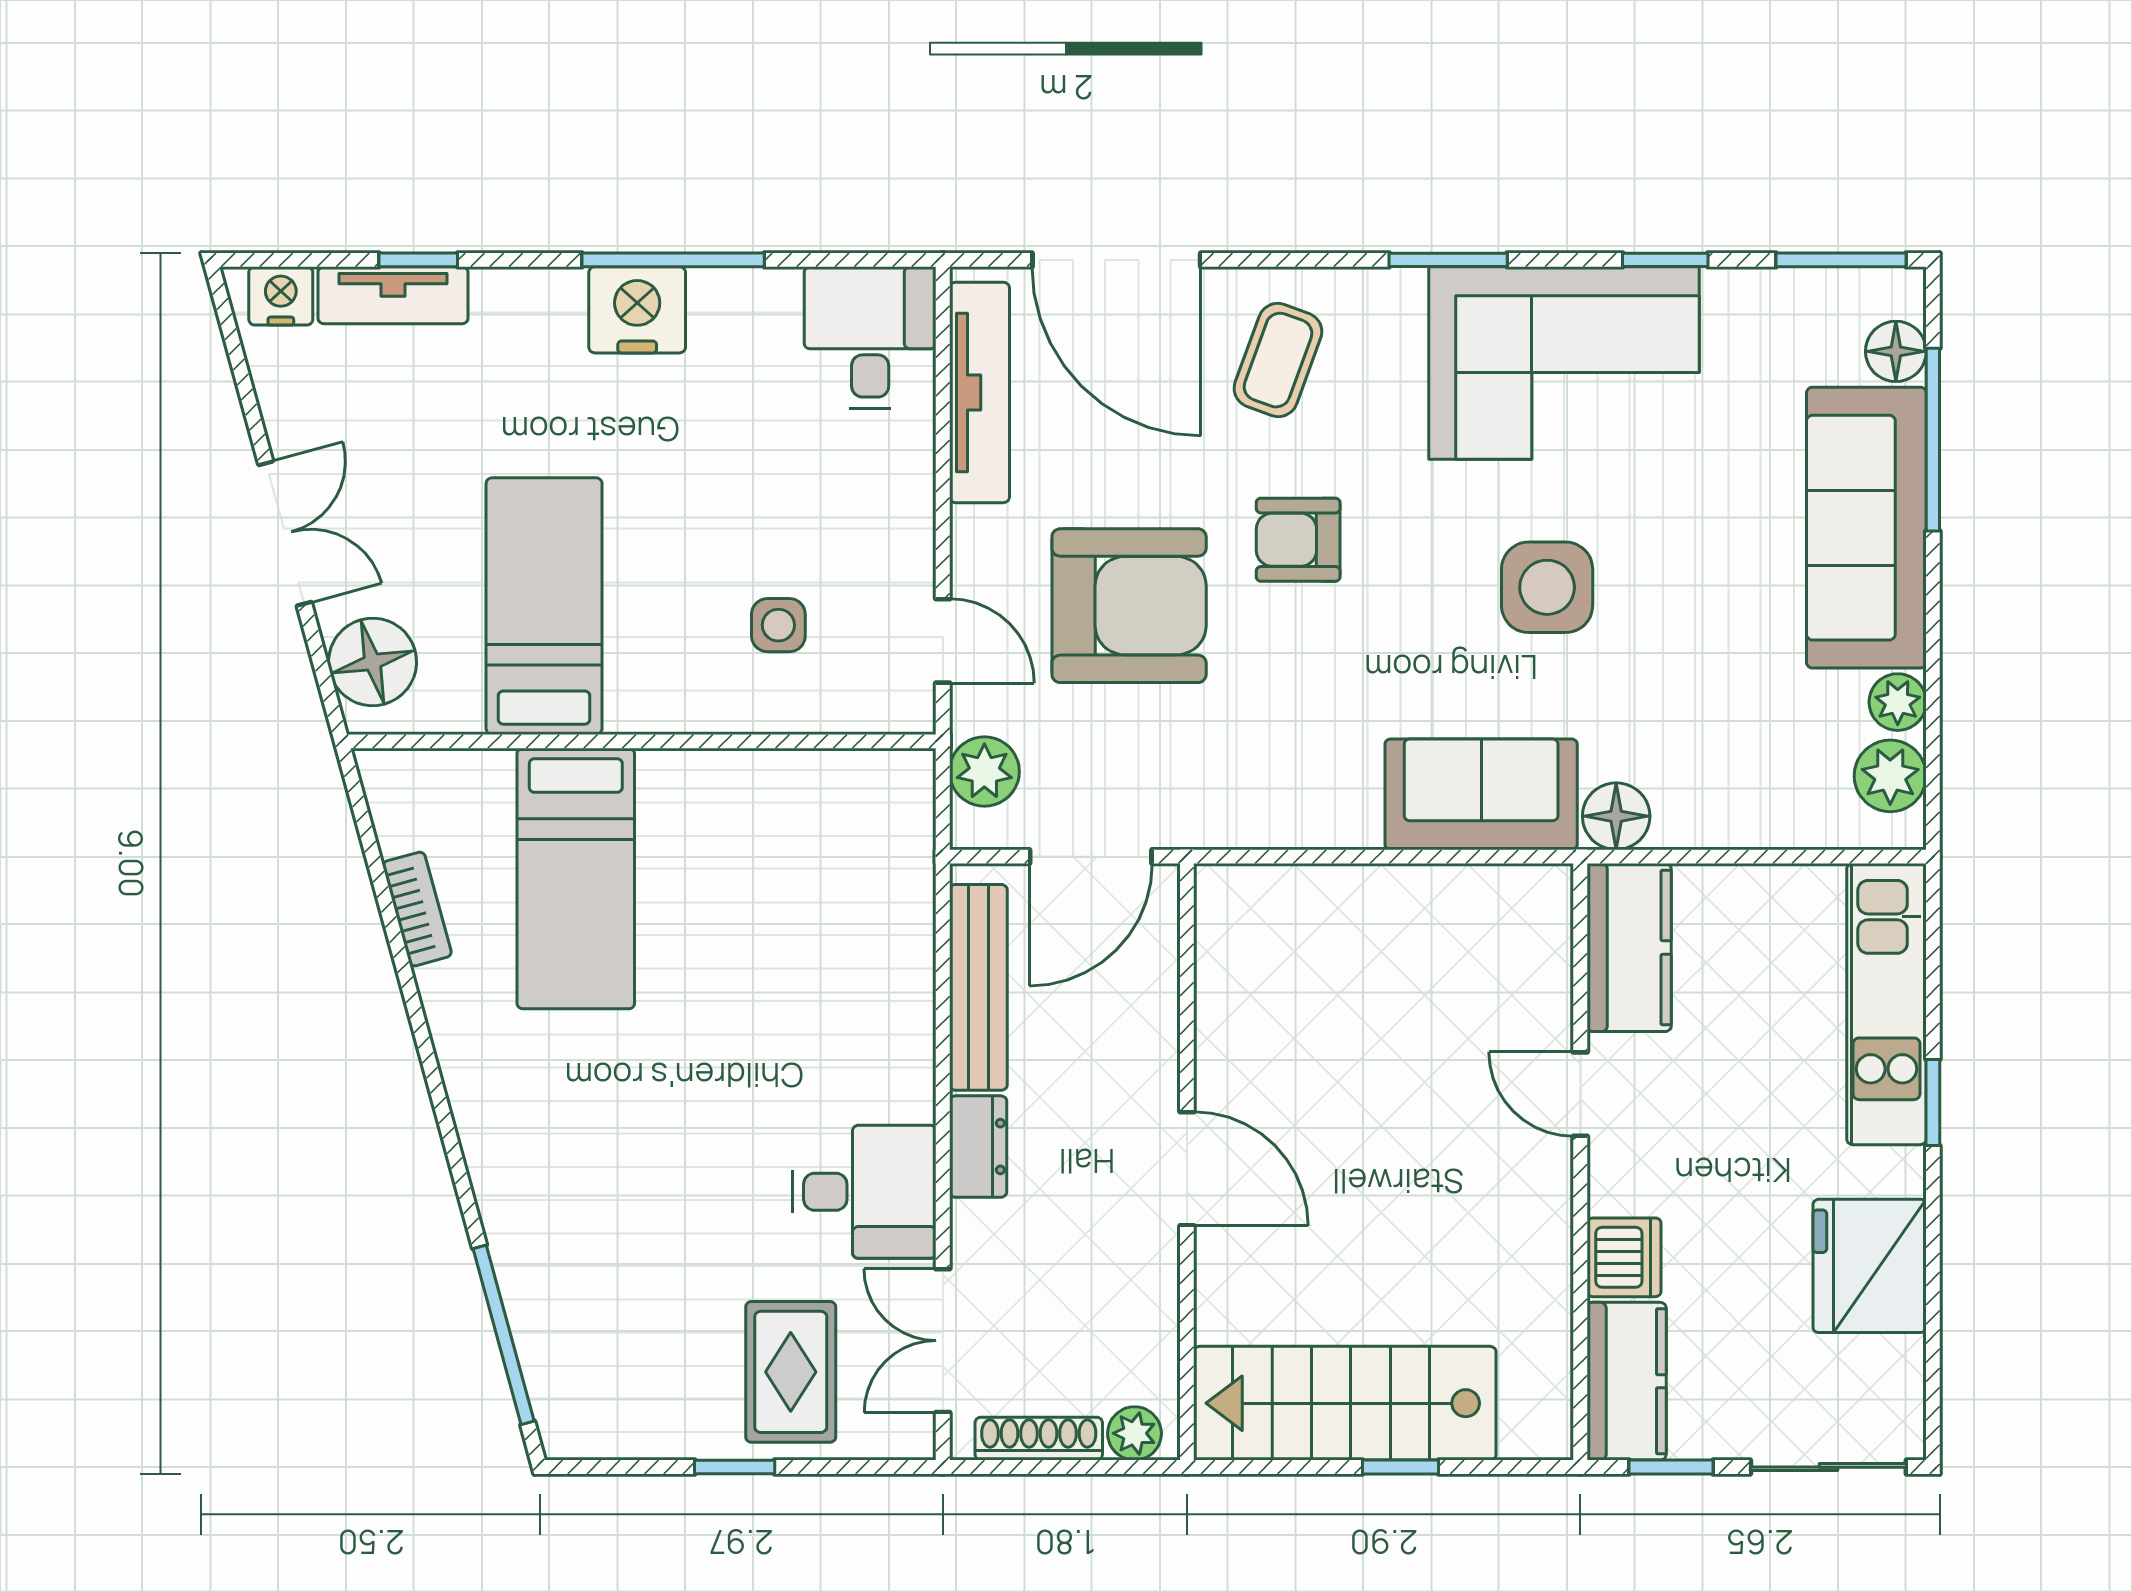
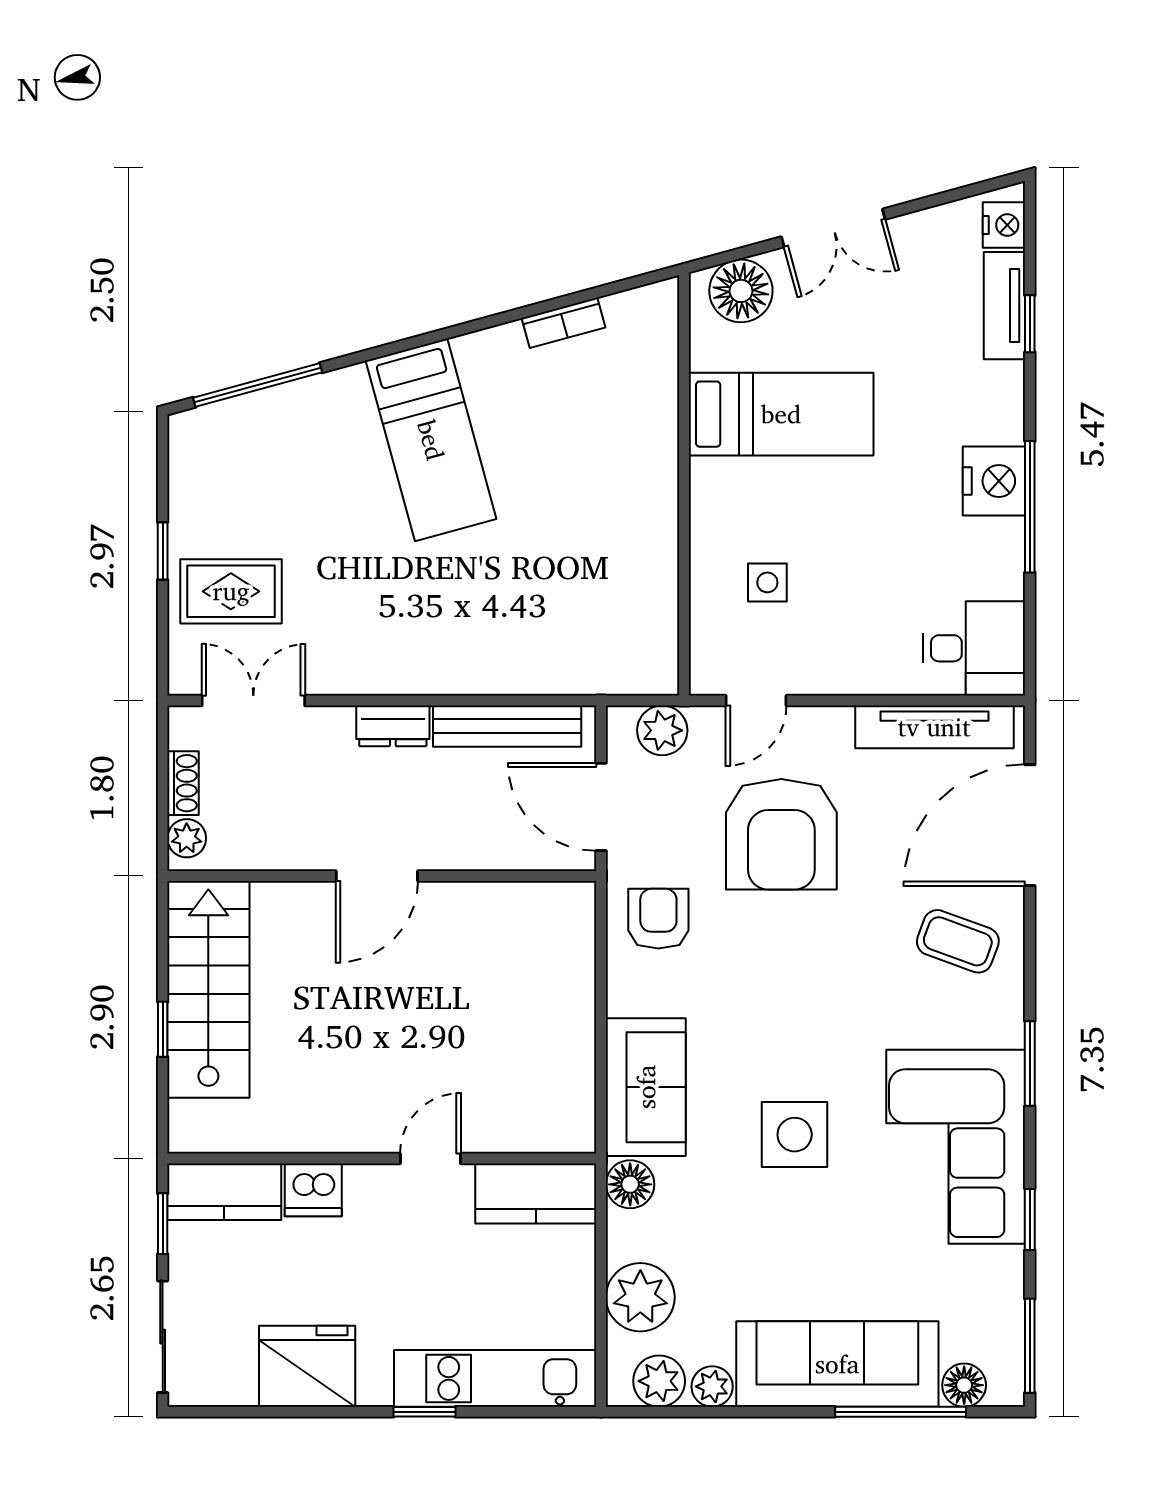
armchair: (1298, 540) -> (658, 919), moved
plant: (1773, 802) -> (640, 1297), added
bed: (576, 879) -> (431, 440), moved, turned -105
desk: (864, 1192) -> (360, 644), removed
shoe rack: (1039, 1439) -> (183, 783), width x0.70

